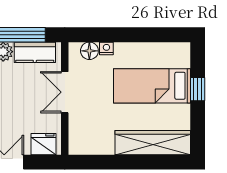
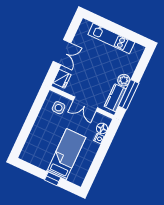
double door: (65, 92) -> (85, 104), swing flipped
side table: (89, 129) -> (59, 108), added
wardrobe: (153, 143) -> (34, 140), removed

